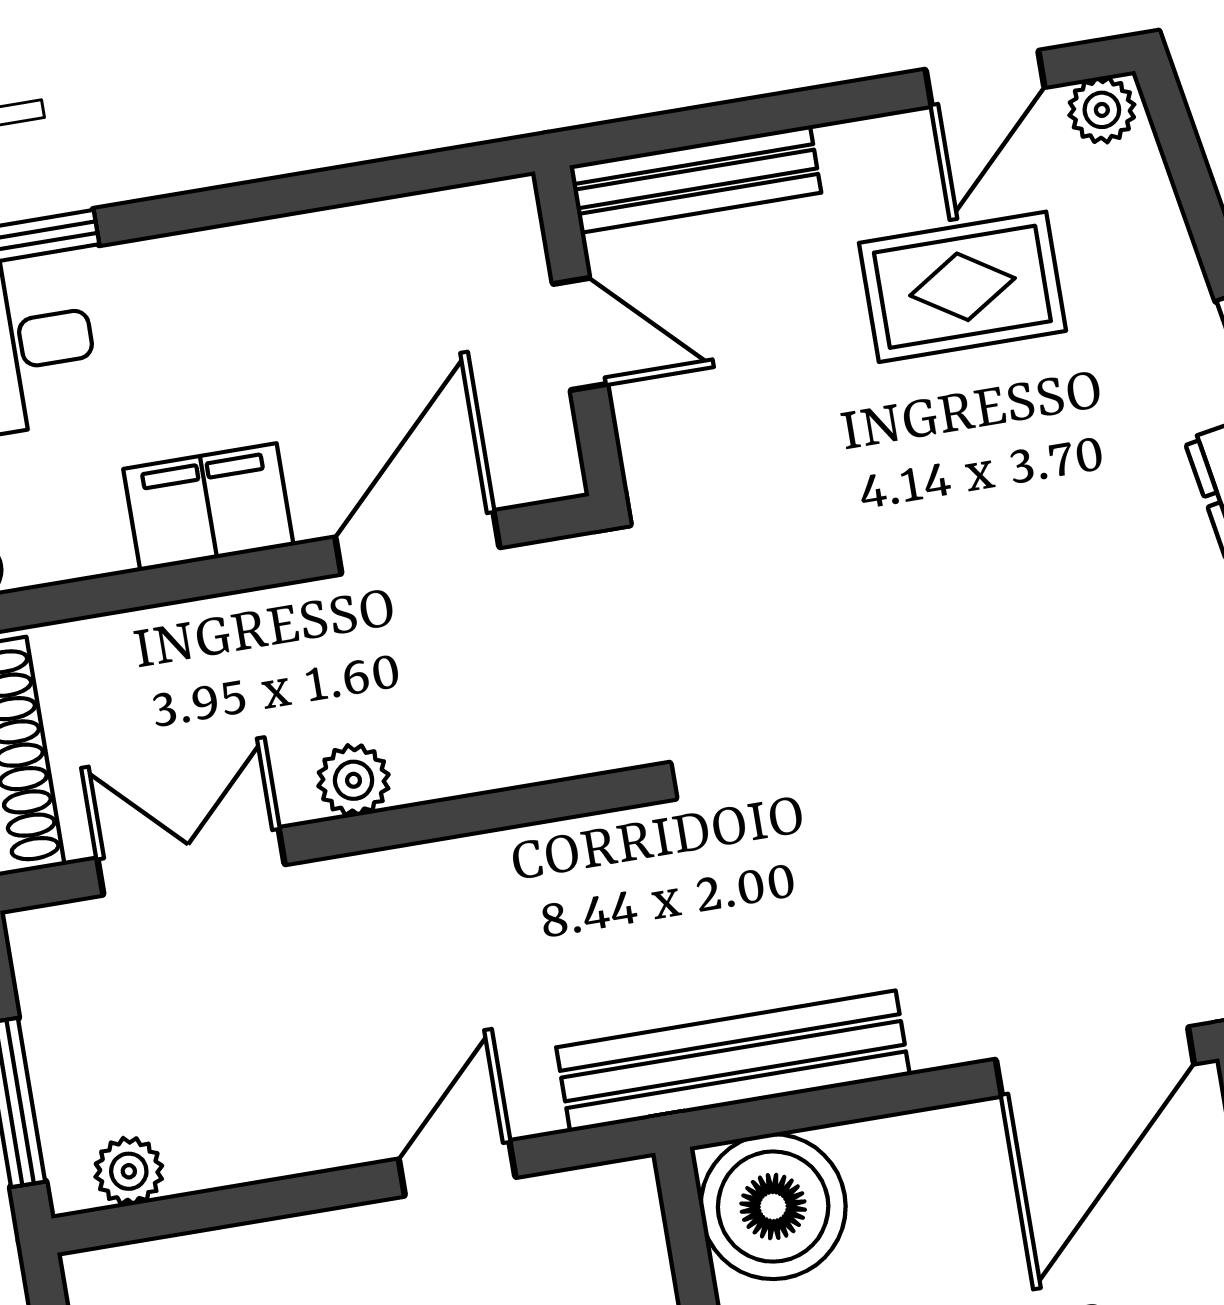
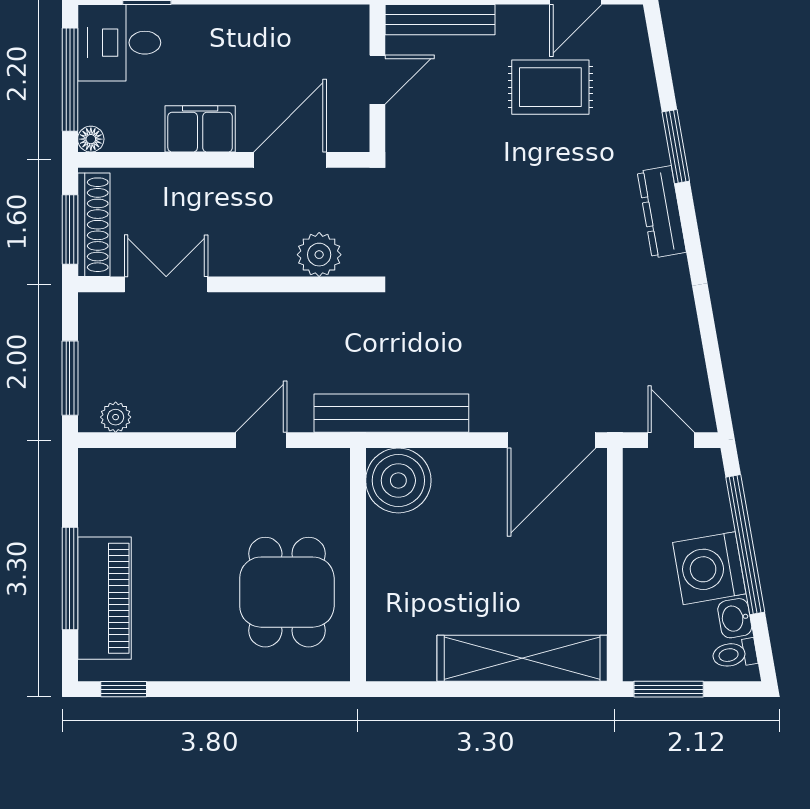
plant: (1102, 110) -> (625, 19), removed
door: (580, 334) -> (377, 80), hinge flipped
plant: (354, 780) -> (319, 255), moved, width x1.38, depth x1.38

